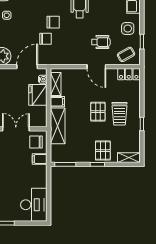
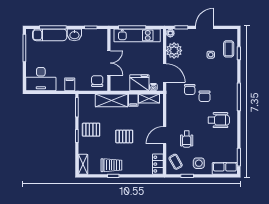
trolley: (119, 114) -> (111, 165), moved, turned 180
pallet: (103, 151) -> (91, 130), moved
filing cabinet: (40, 159) -> (70, 84), moved

